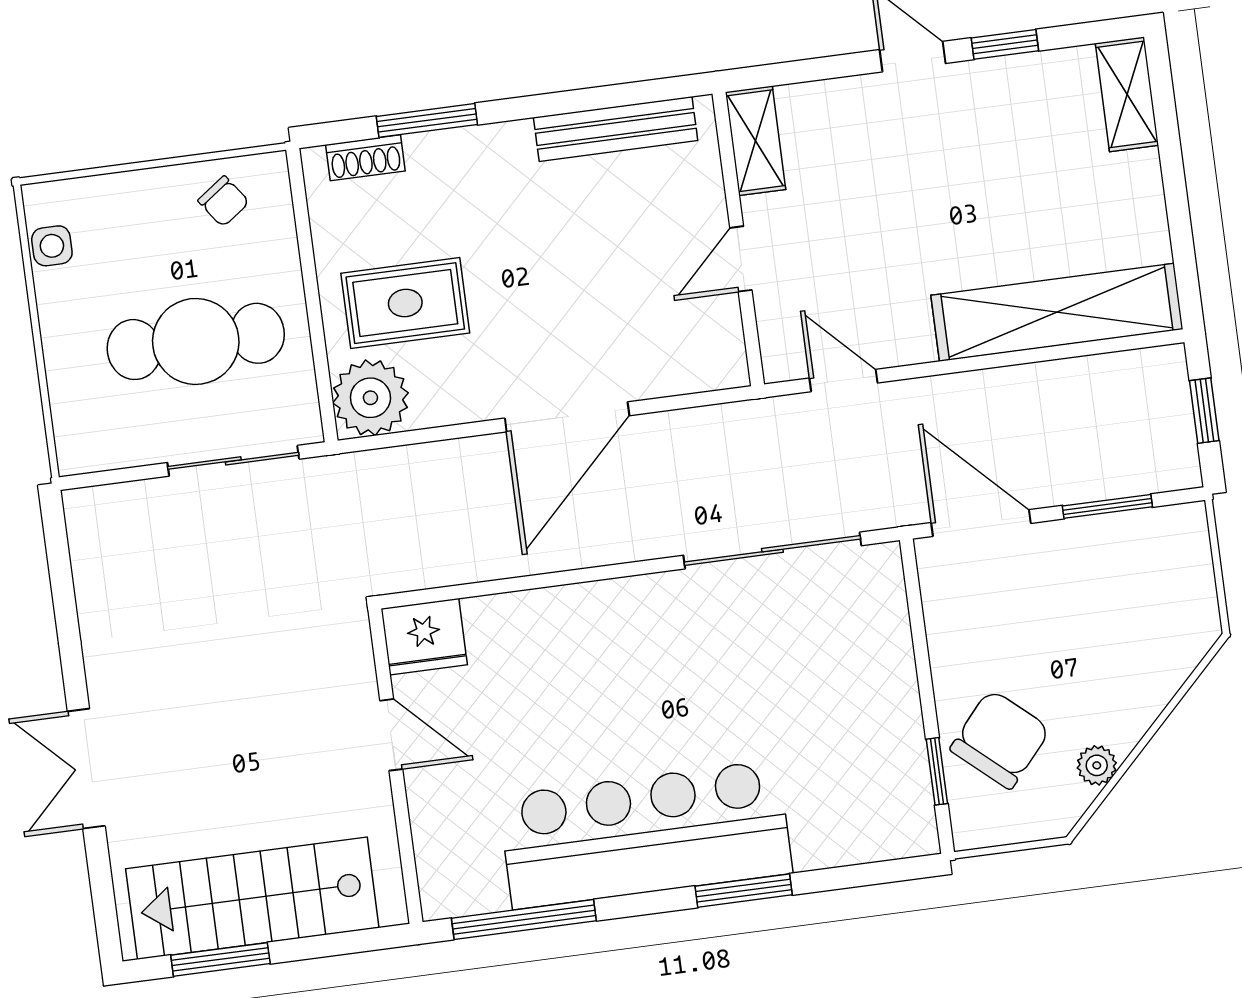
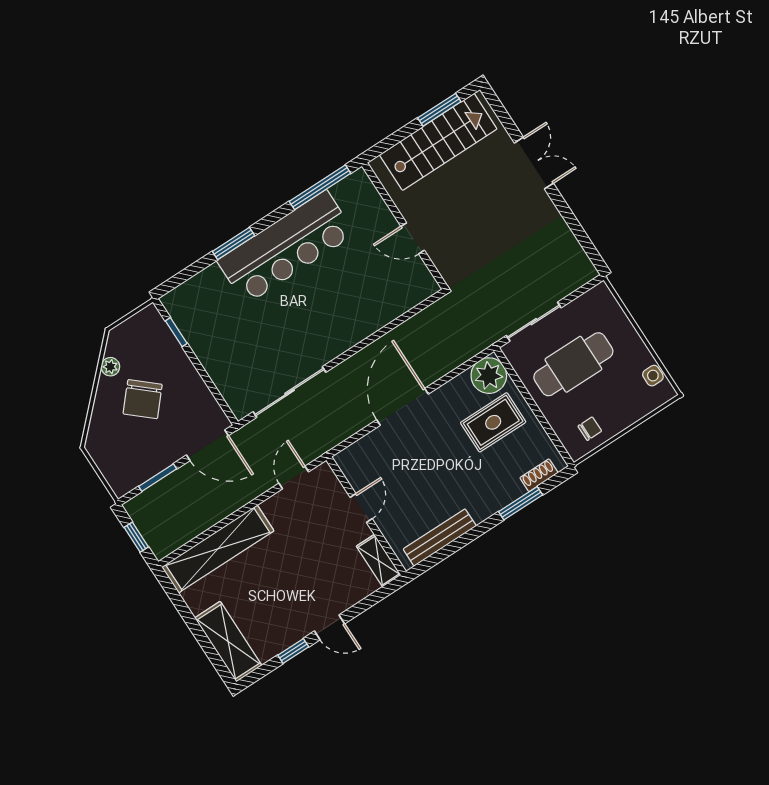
shelving: (1127, 94) -> (228, 642), width x1.50, depth x1.33
chair: (224, 201) -> (590, 429), turned 126
door: (843, 380) -> (294, 478), swing flipped
fridge: (424, 637) -> (418, 286), removed
chair: (1000, 739) -> (143, 399), moved

